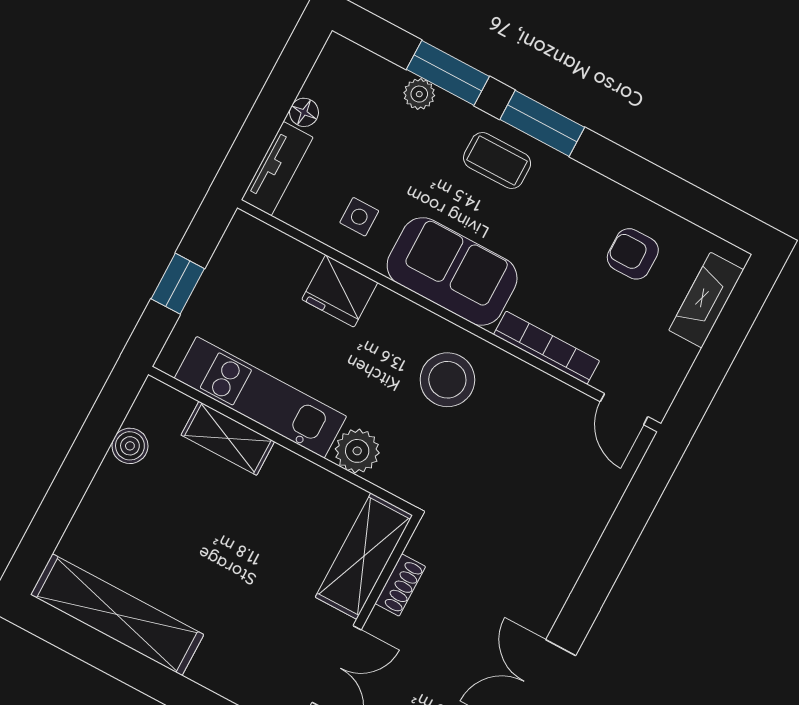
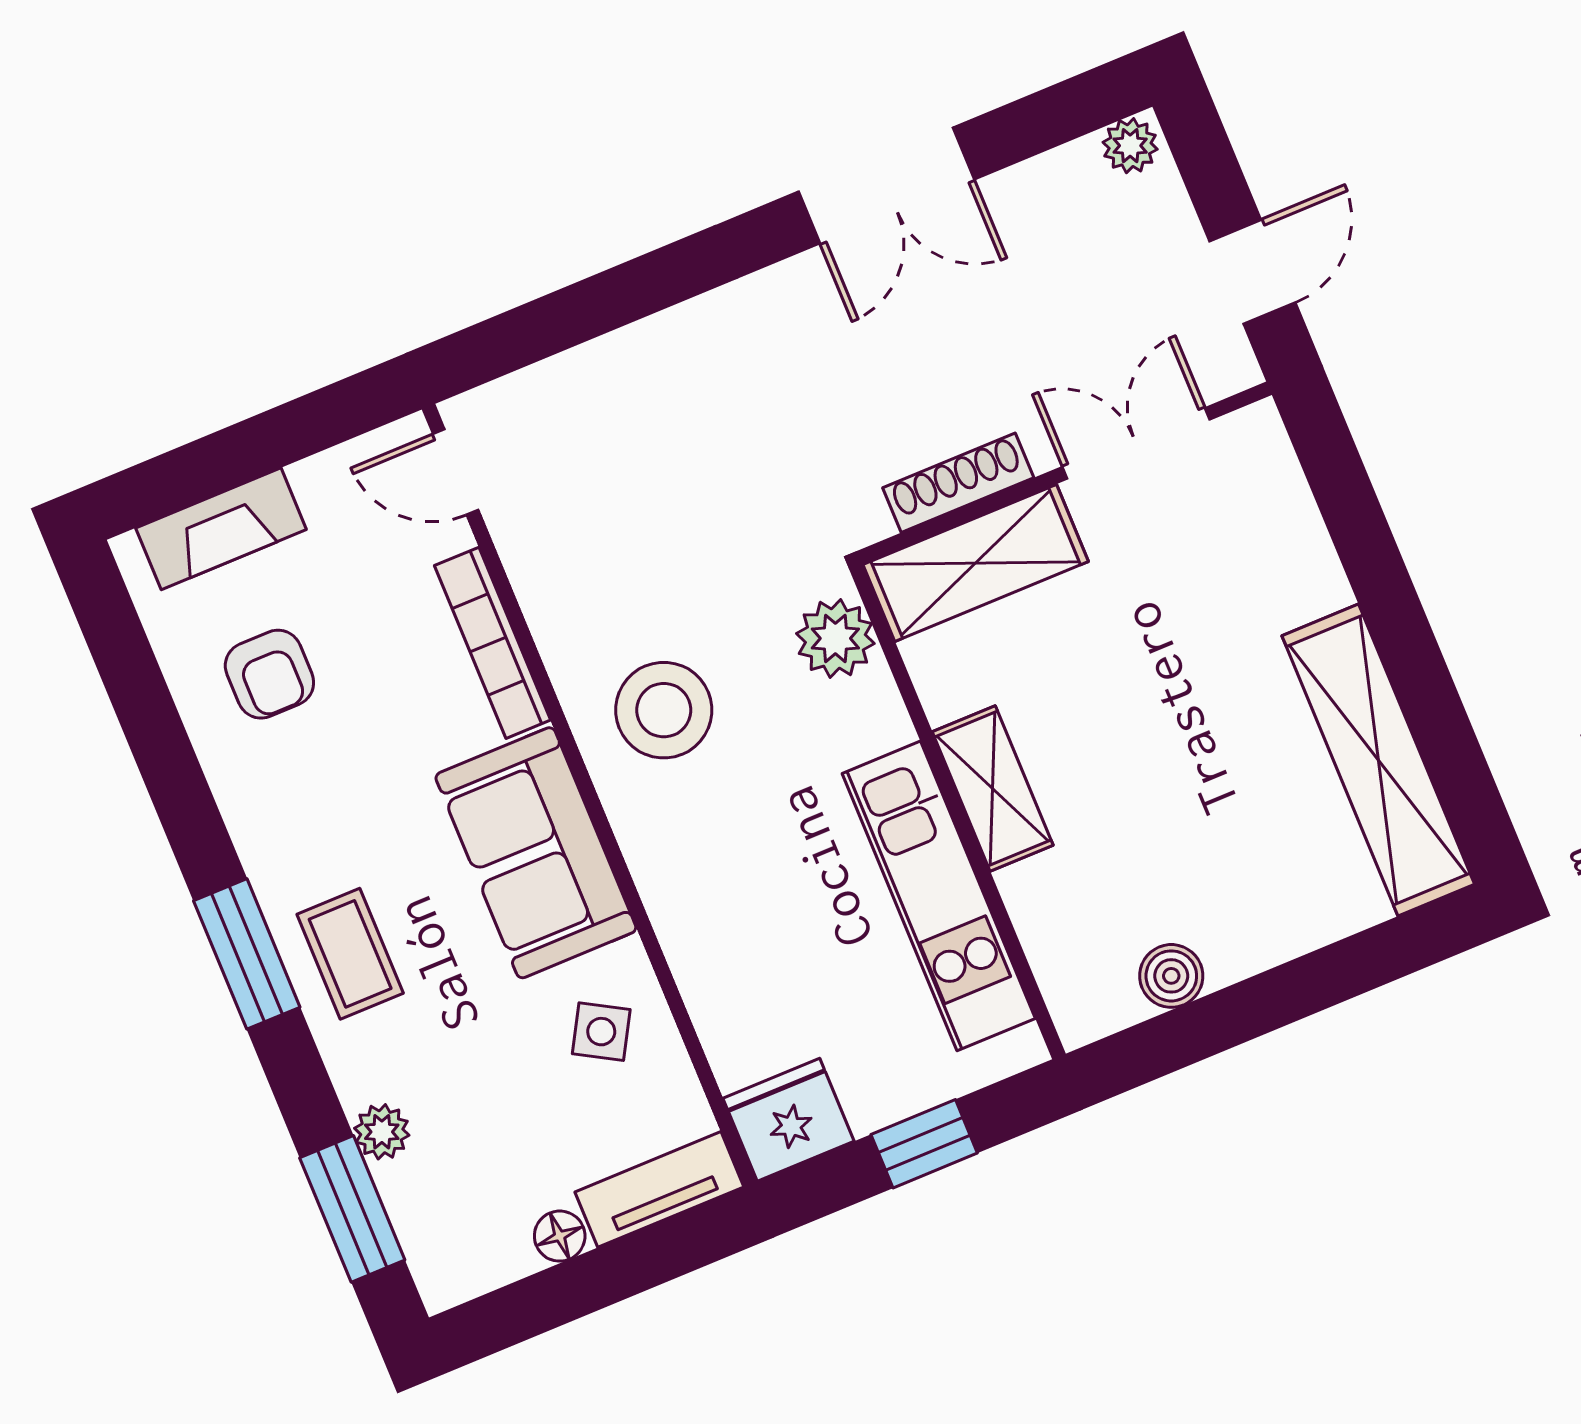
window: (448, 73) -> (352, 1209), moved
side table: (359, 217) -> (601, 1032), turned 30
fridge: (340, 291) -> (788, 1120), moved, turned -90
door: (624, 409) -> (456, 472), swing flipped
shelving: (228, 438) -> (993, 789), moved
plant: (357, 451) -> (835, 638), moved
shoe rack: (400, 585) -> (958, 483), width x1.43

